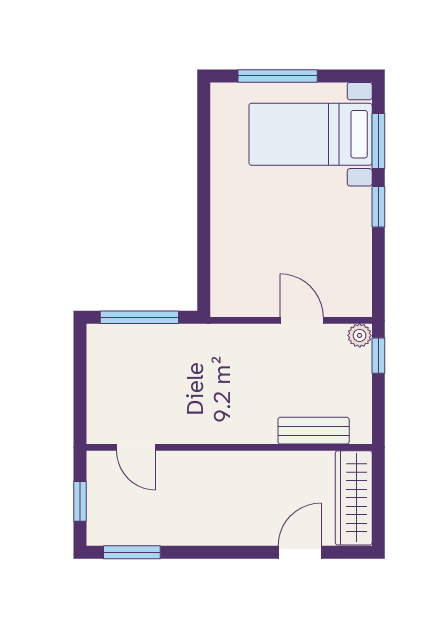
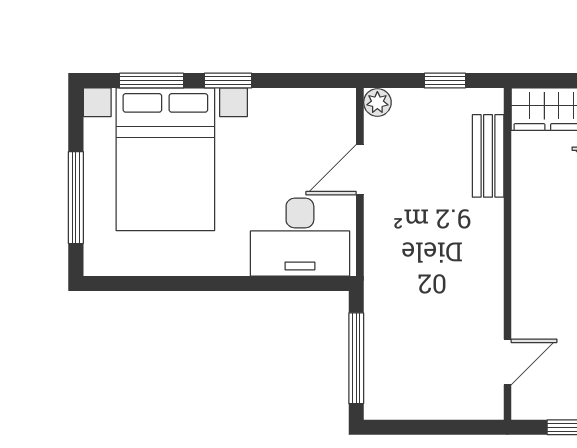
bed with nightstands: (311, 134) -> (165, 159), width x1.36
desk: (244, 269) -> (300, 237), added
window: (378, 356) -> (445, 81), moved

